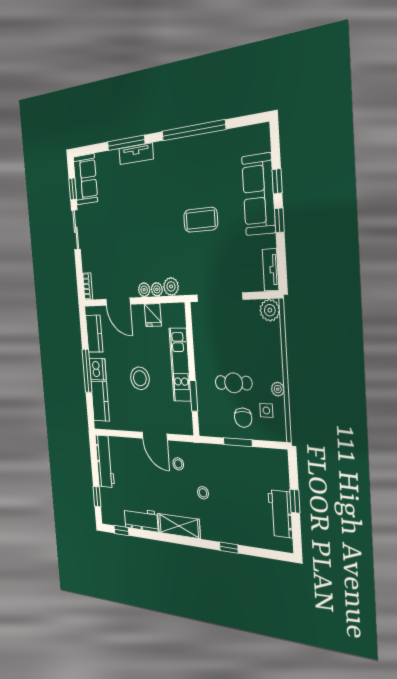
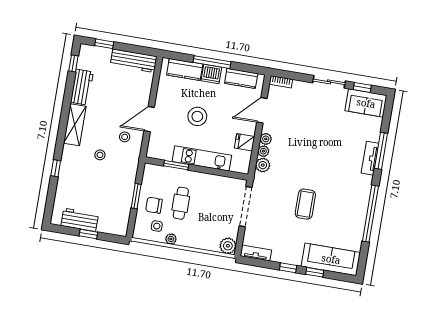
sofa: (259, 195) -> (331, 259), moved

